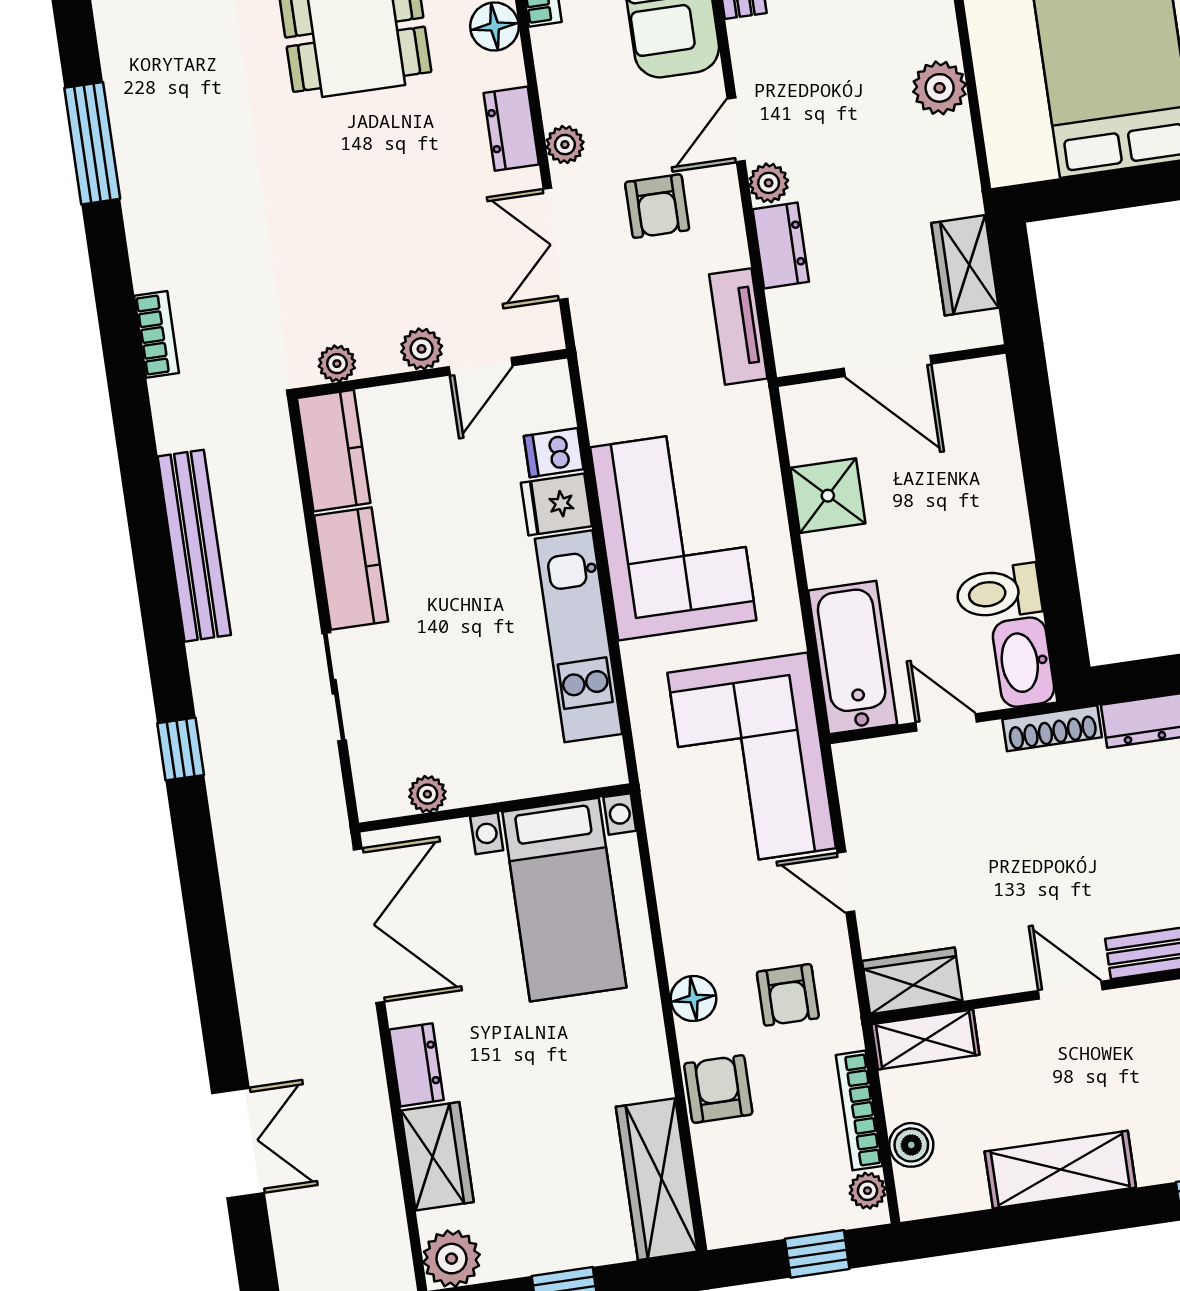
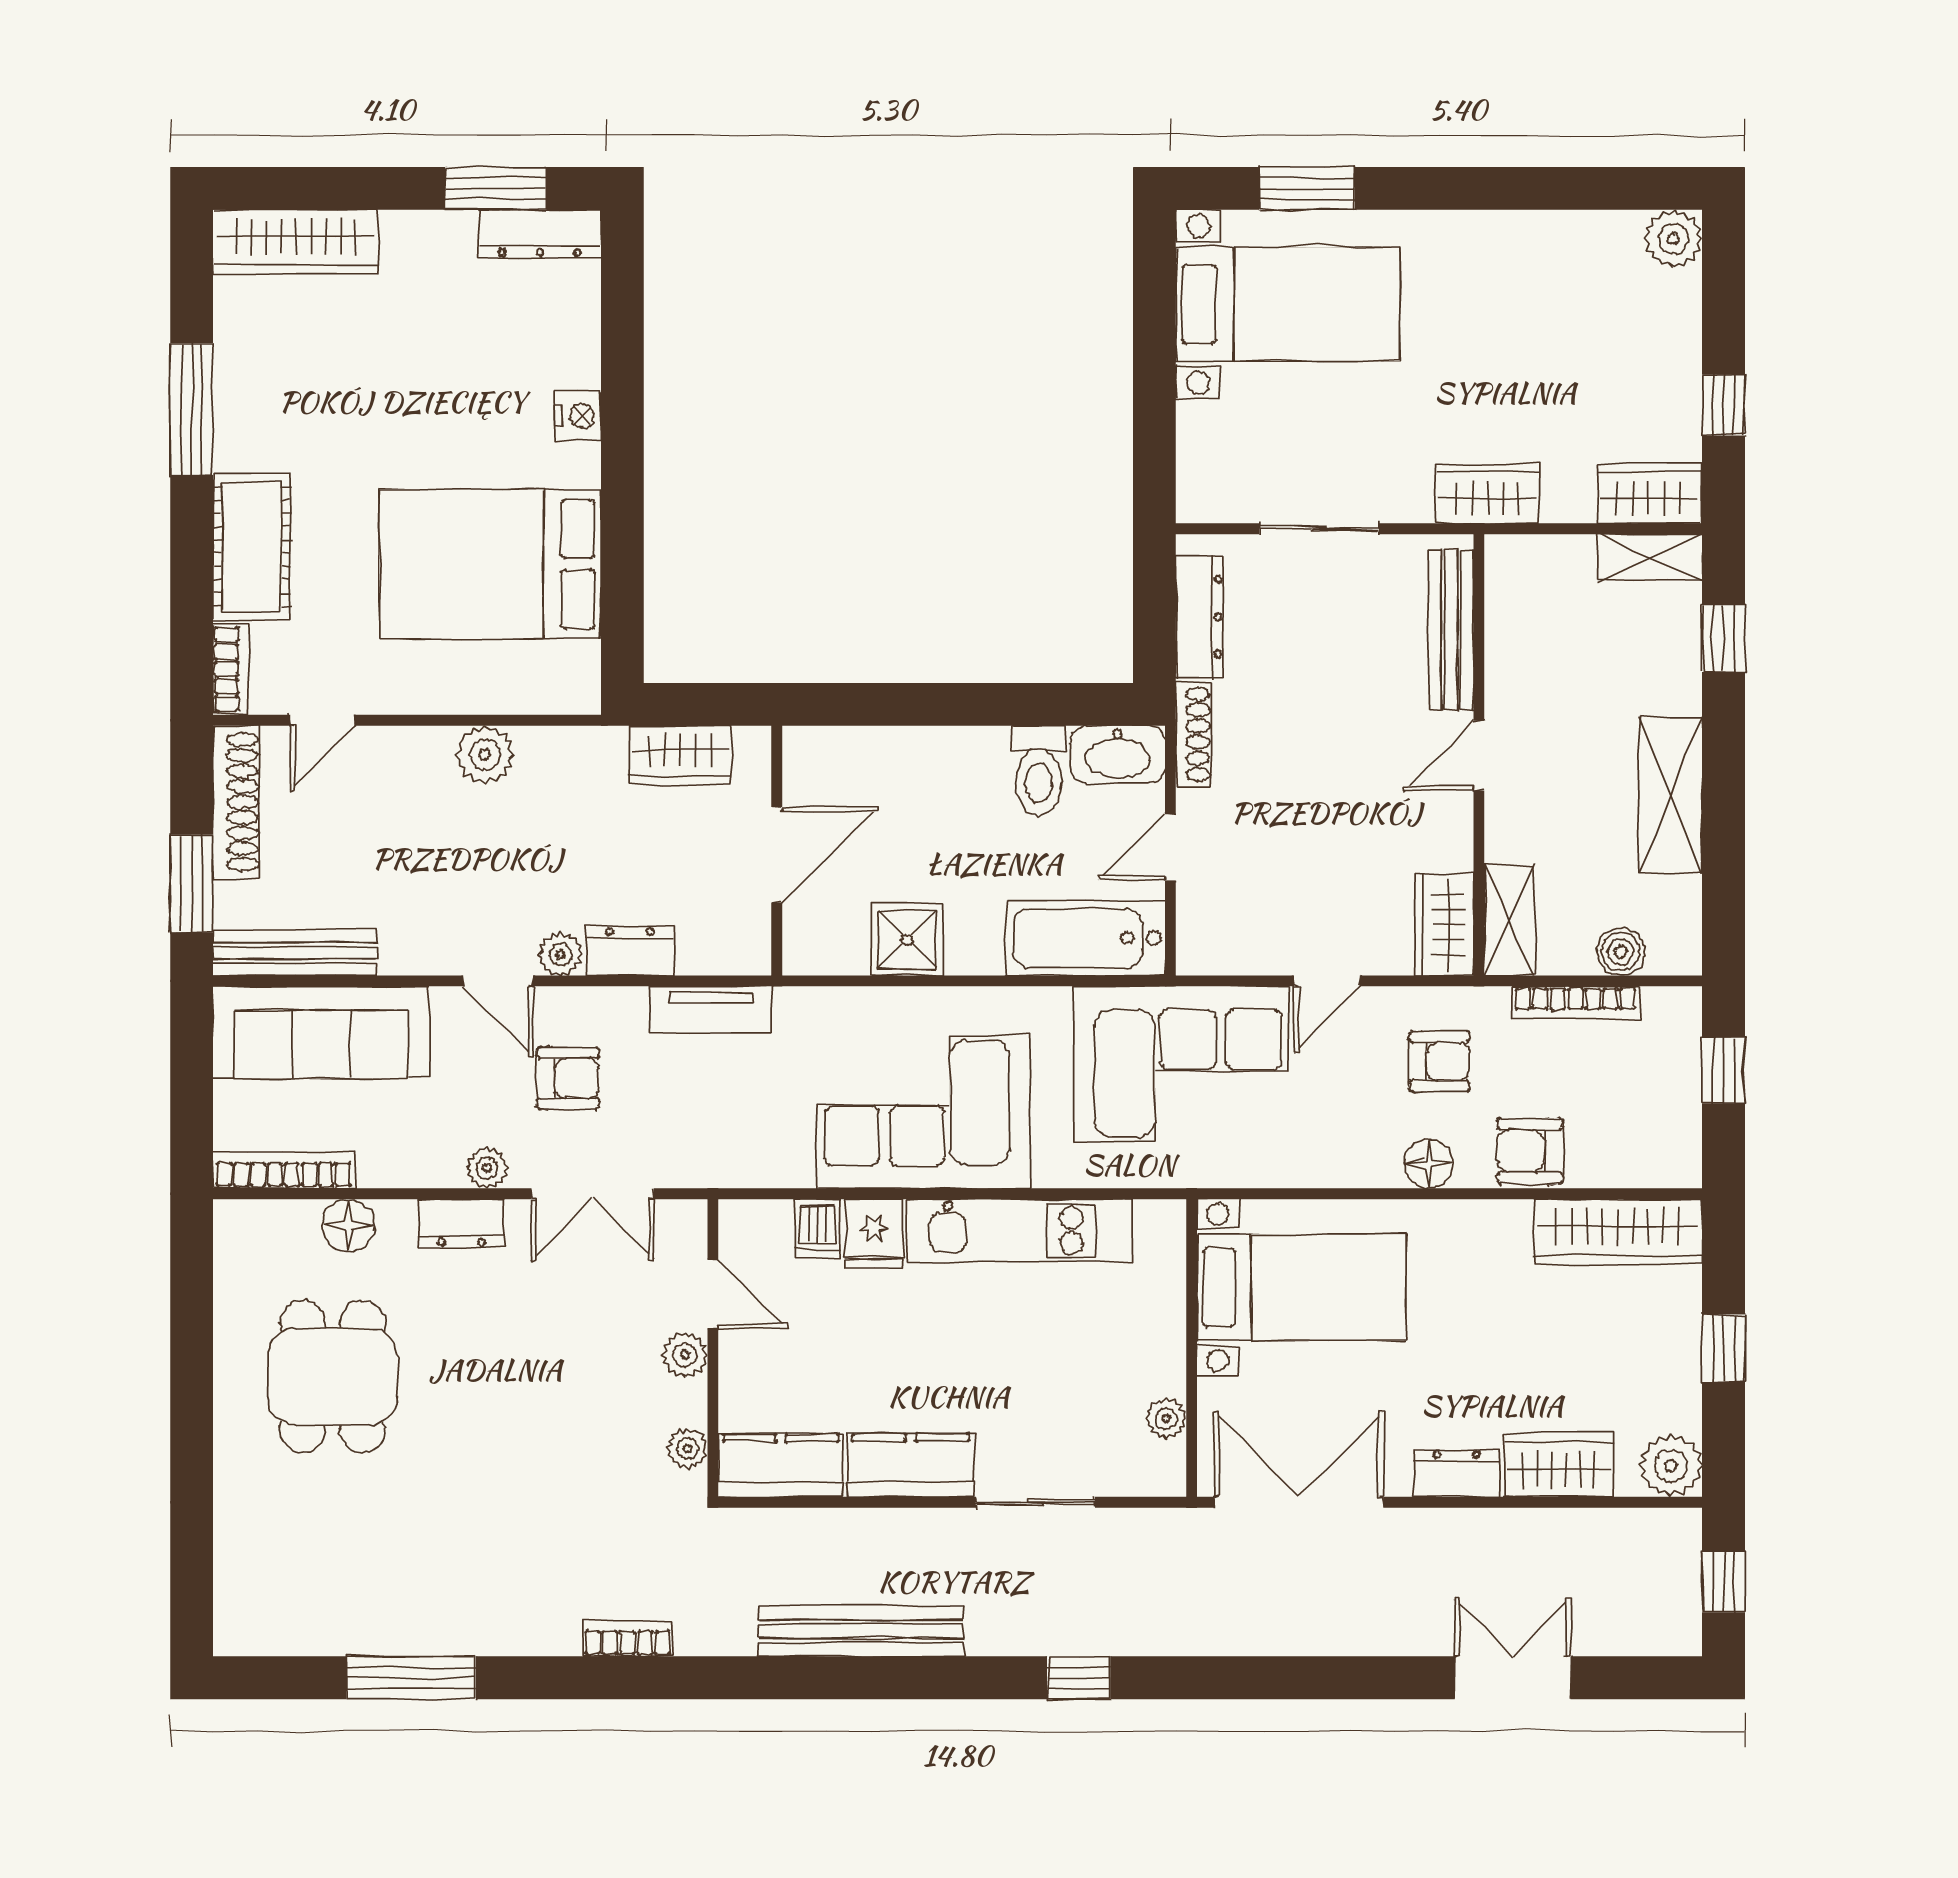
plant: (868, 1191) -> (1663, 1006), removed

